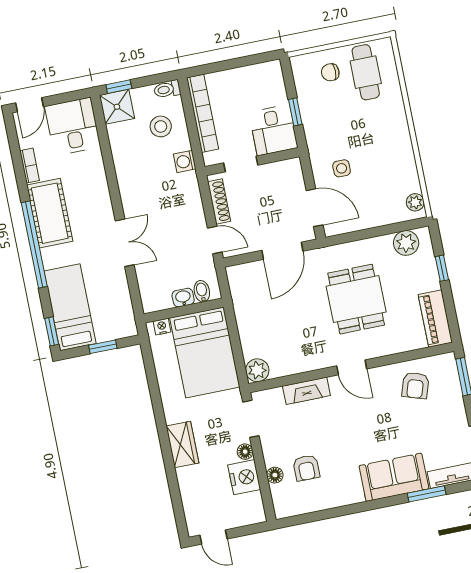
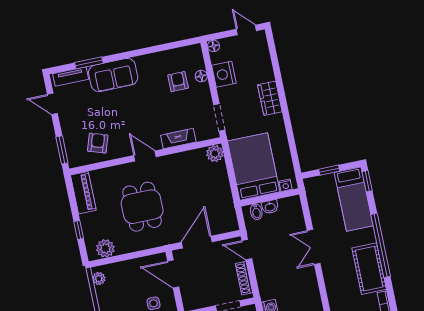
floor lamp: (245, 452) -> (214, 46), moved

